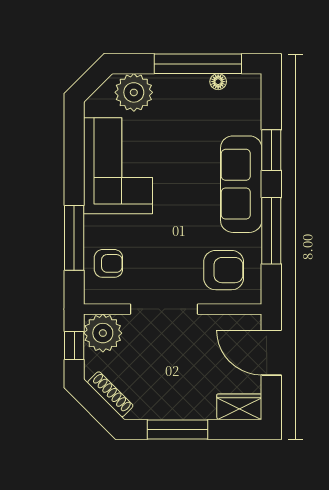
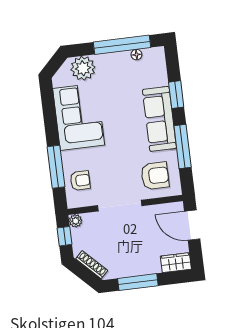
plant: (103, 333) -> (76, 221), width x0.53, depth x0.53

